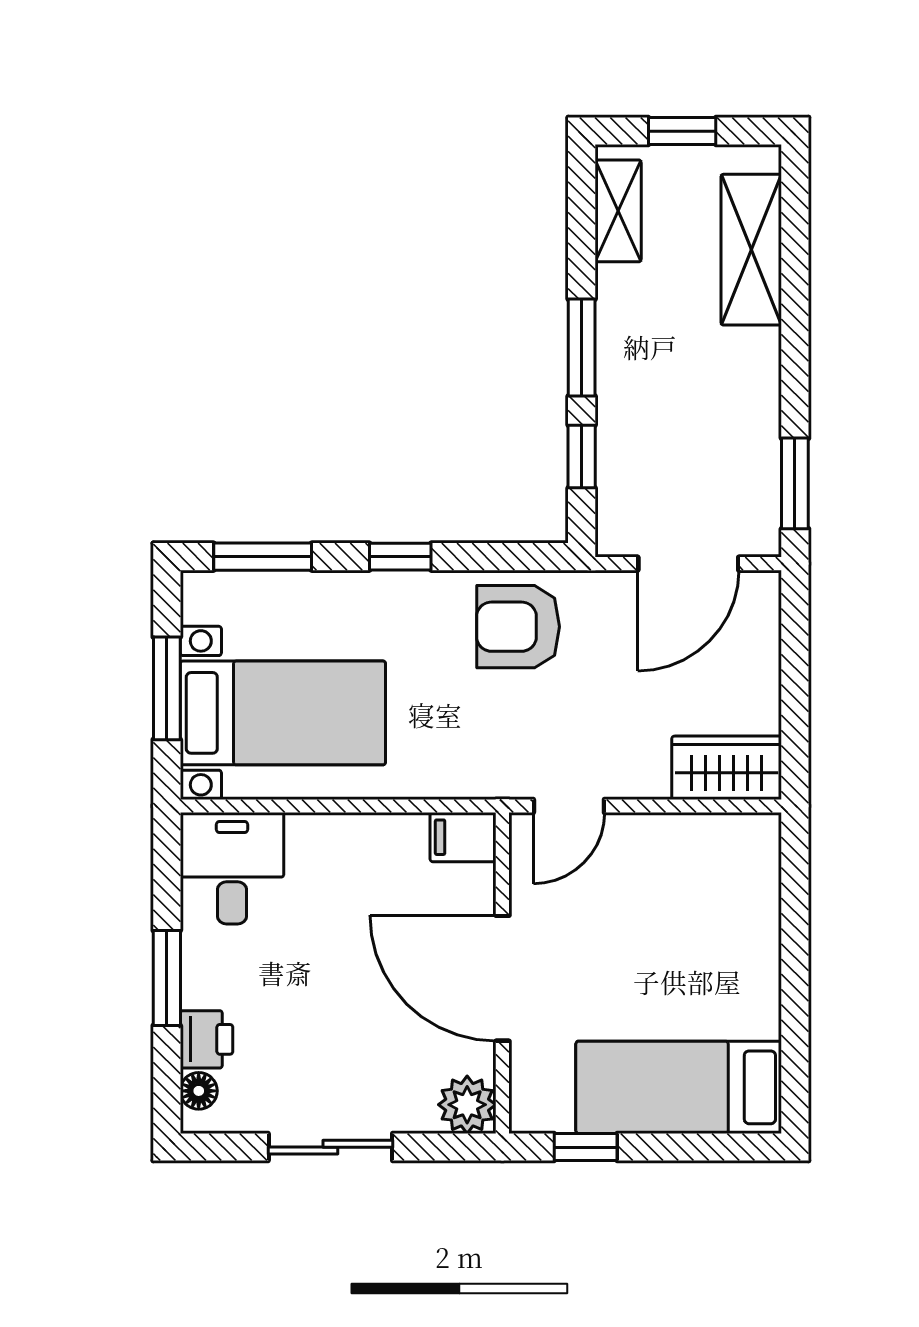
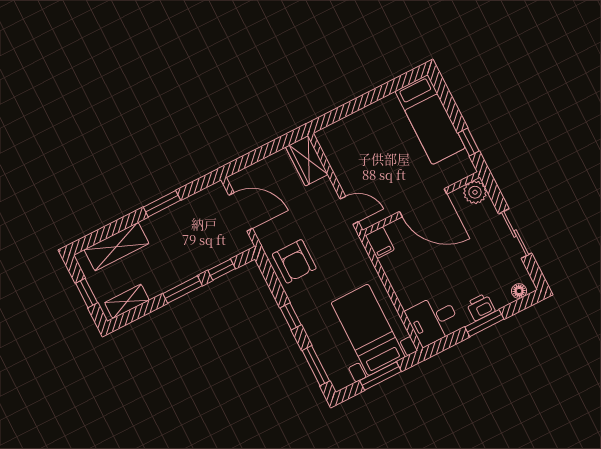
window: (795, 483) -> (162, 204), moved
door: (502, 978) -> (423, 203), hinge flipped
printer: (206, 1039) -> (481, 307), moved

